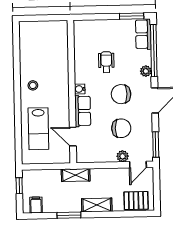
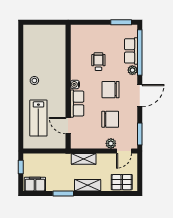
row of seats: (143, 34) -> (131, 51), moved
shelving: (76, 175) -> (84, 159), moved
filing cabinet: (36, 205) -> (35, 184), width x2.00

